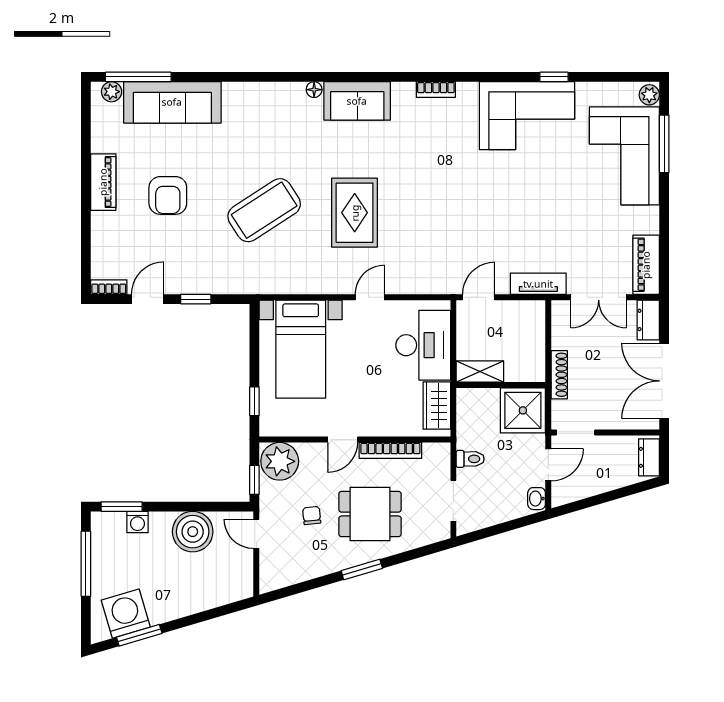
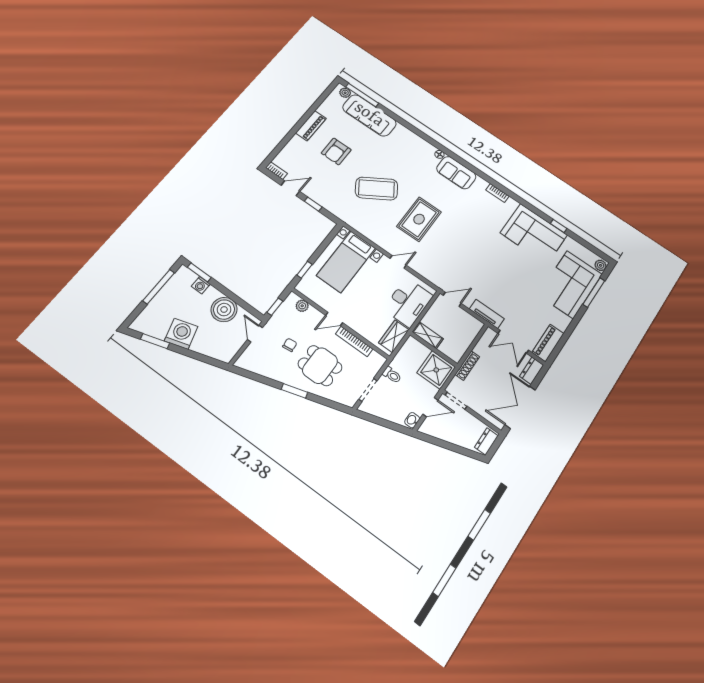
plant: (280, 461) -> (302, 306), width x0.53, depth x0.53
washing machine: (126, 614) -> (181, 334), moved

